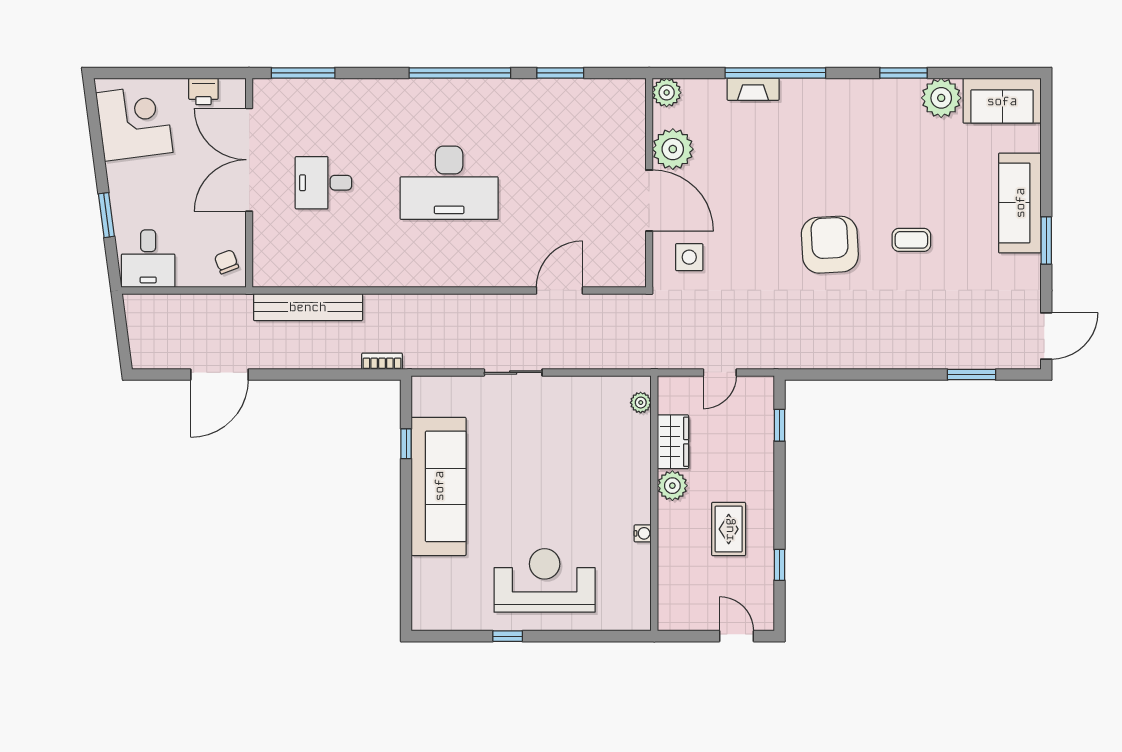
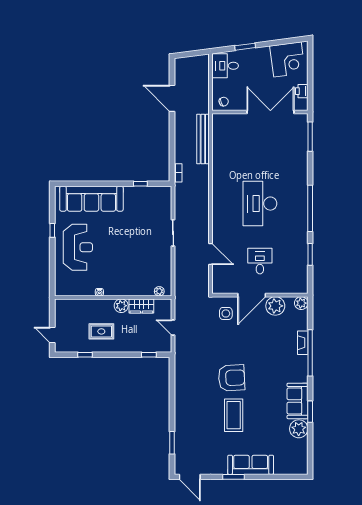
sofa: (1002, 101) -> (297, 401), moved
desk: (323, 183) -> (260, 261), moved
coffee table: (911, 240) -> (234, 415), width x1.86, depth x1.72
sofa: (439, 486) -> (91, 199), moved
door: (736, 636) -> (52, 335), swing flipped

